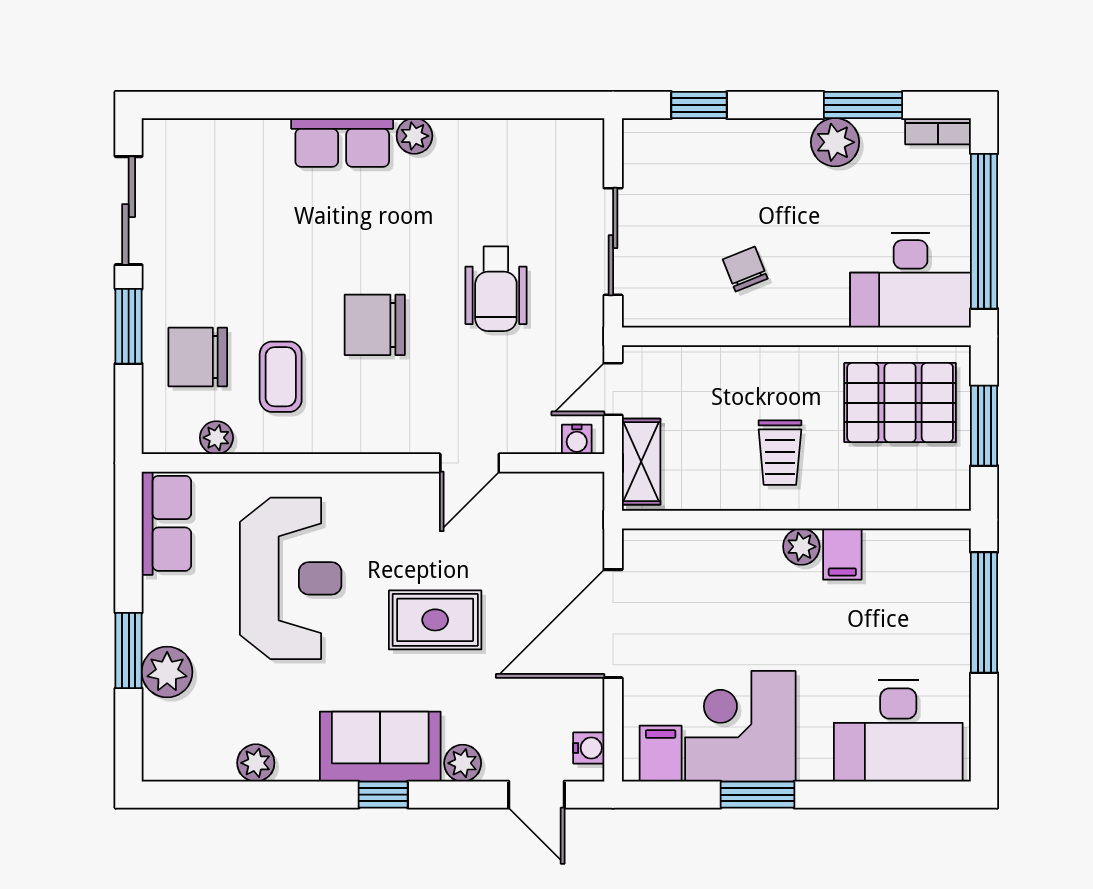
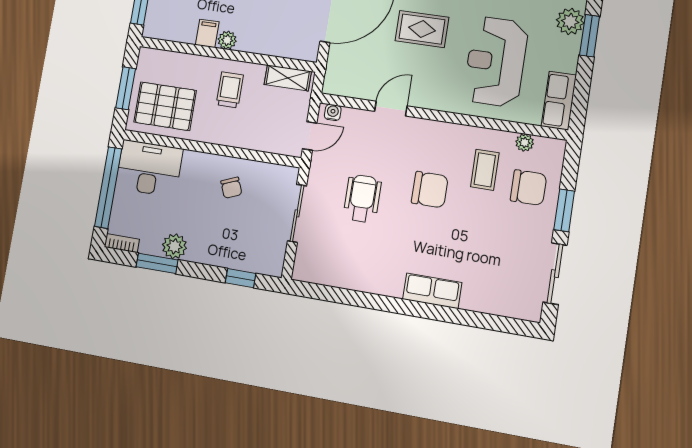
plant: (414, 136) -> (393, 288), removed
shelving: (641, 462) -> (288, 78), moved, turned 90

